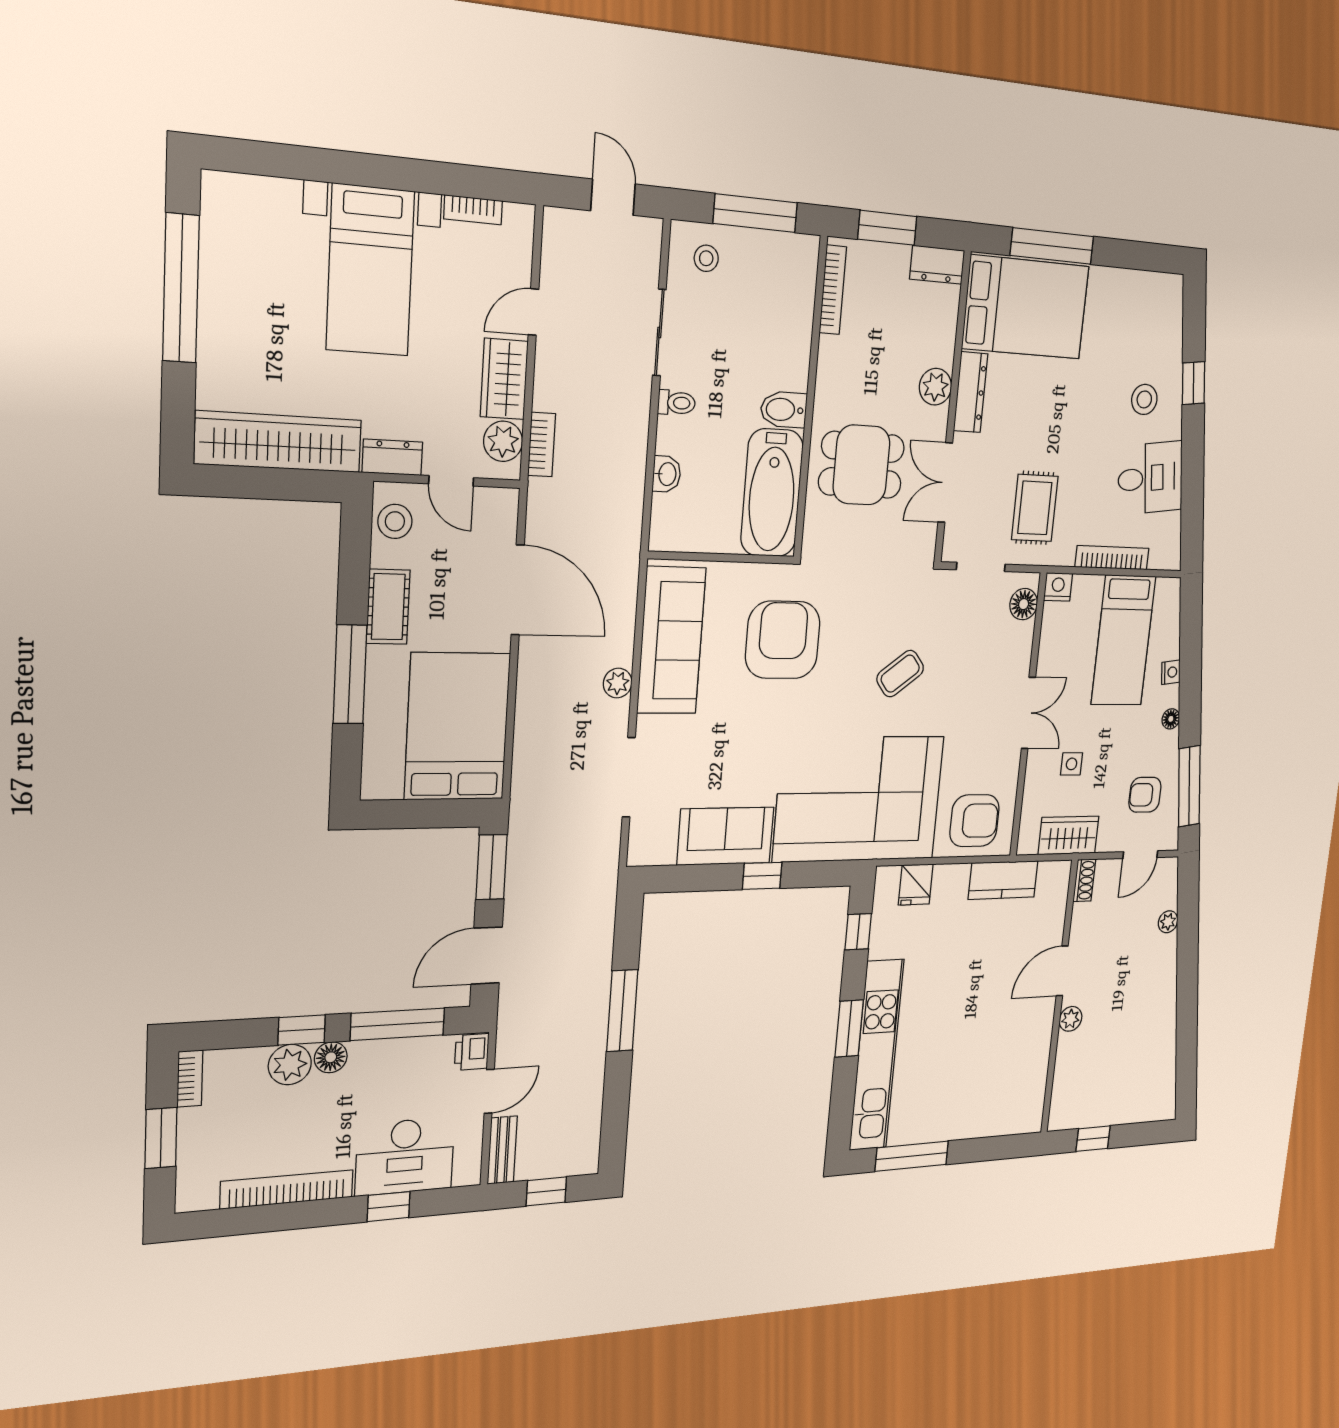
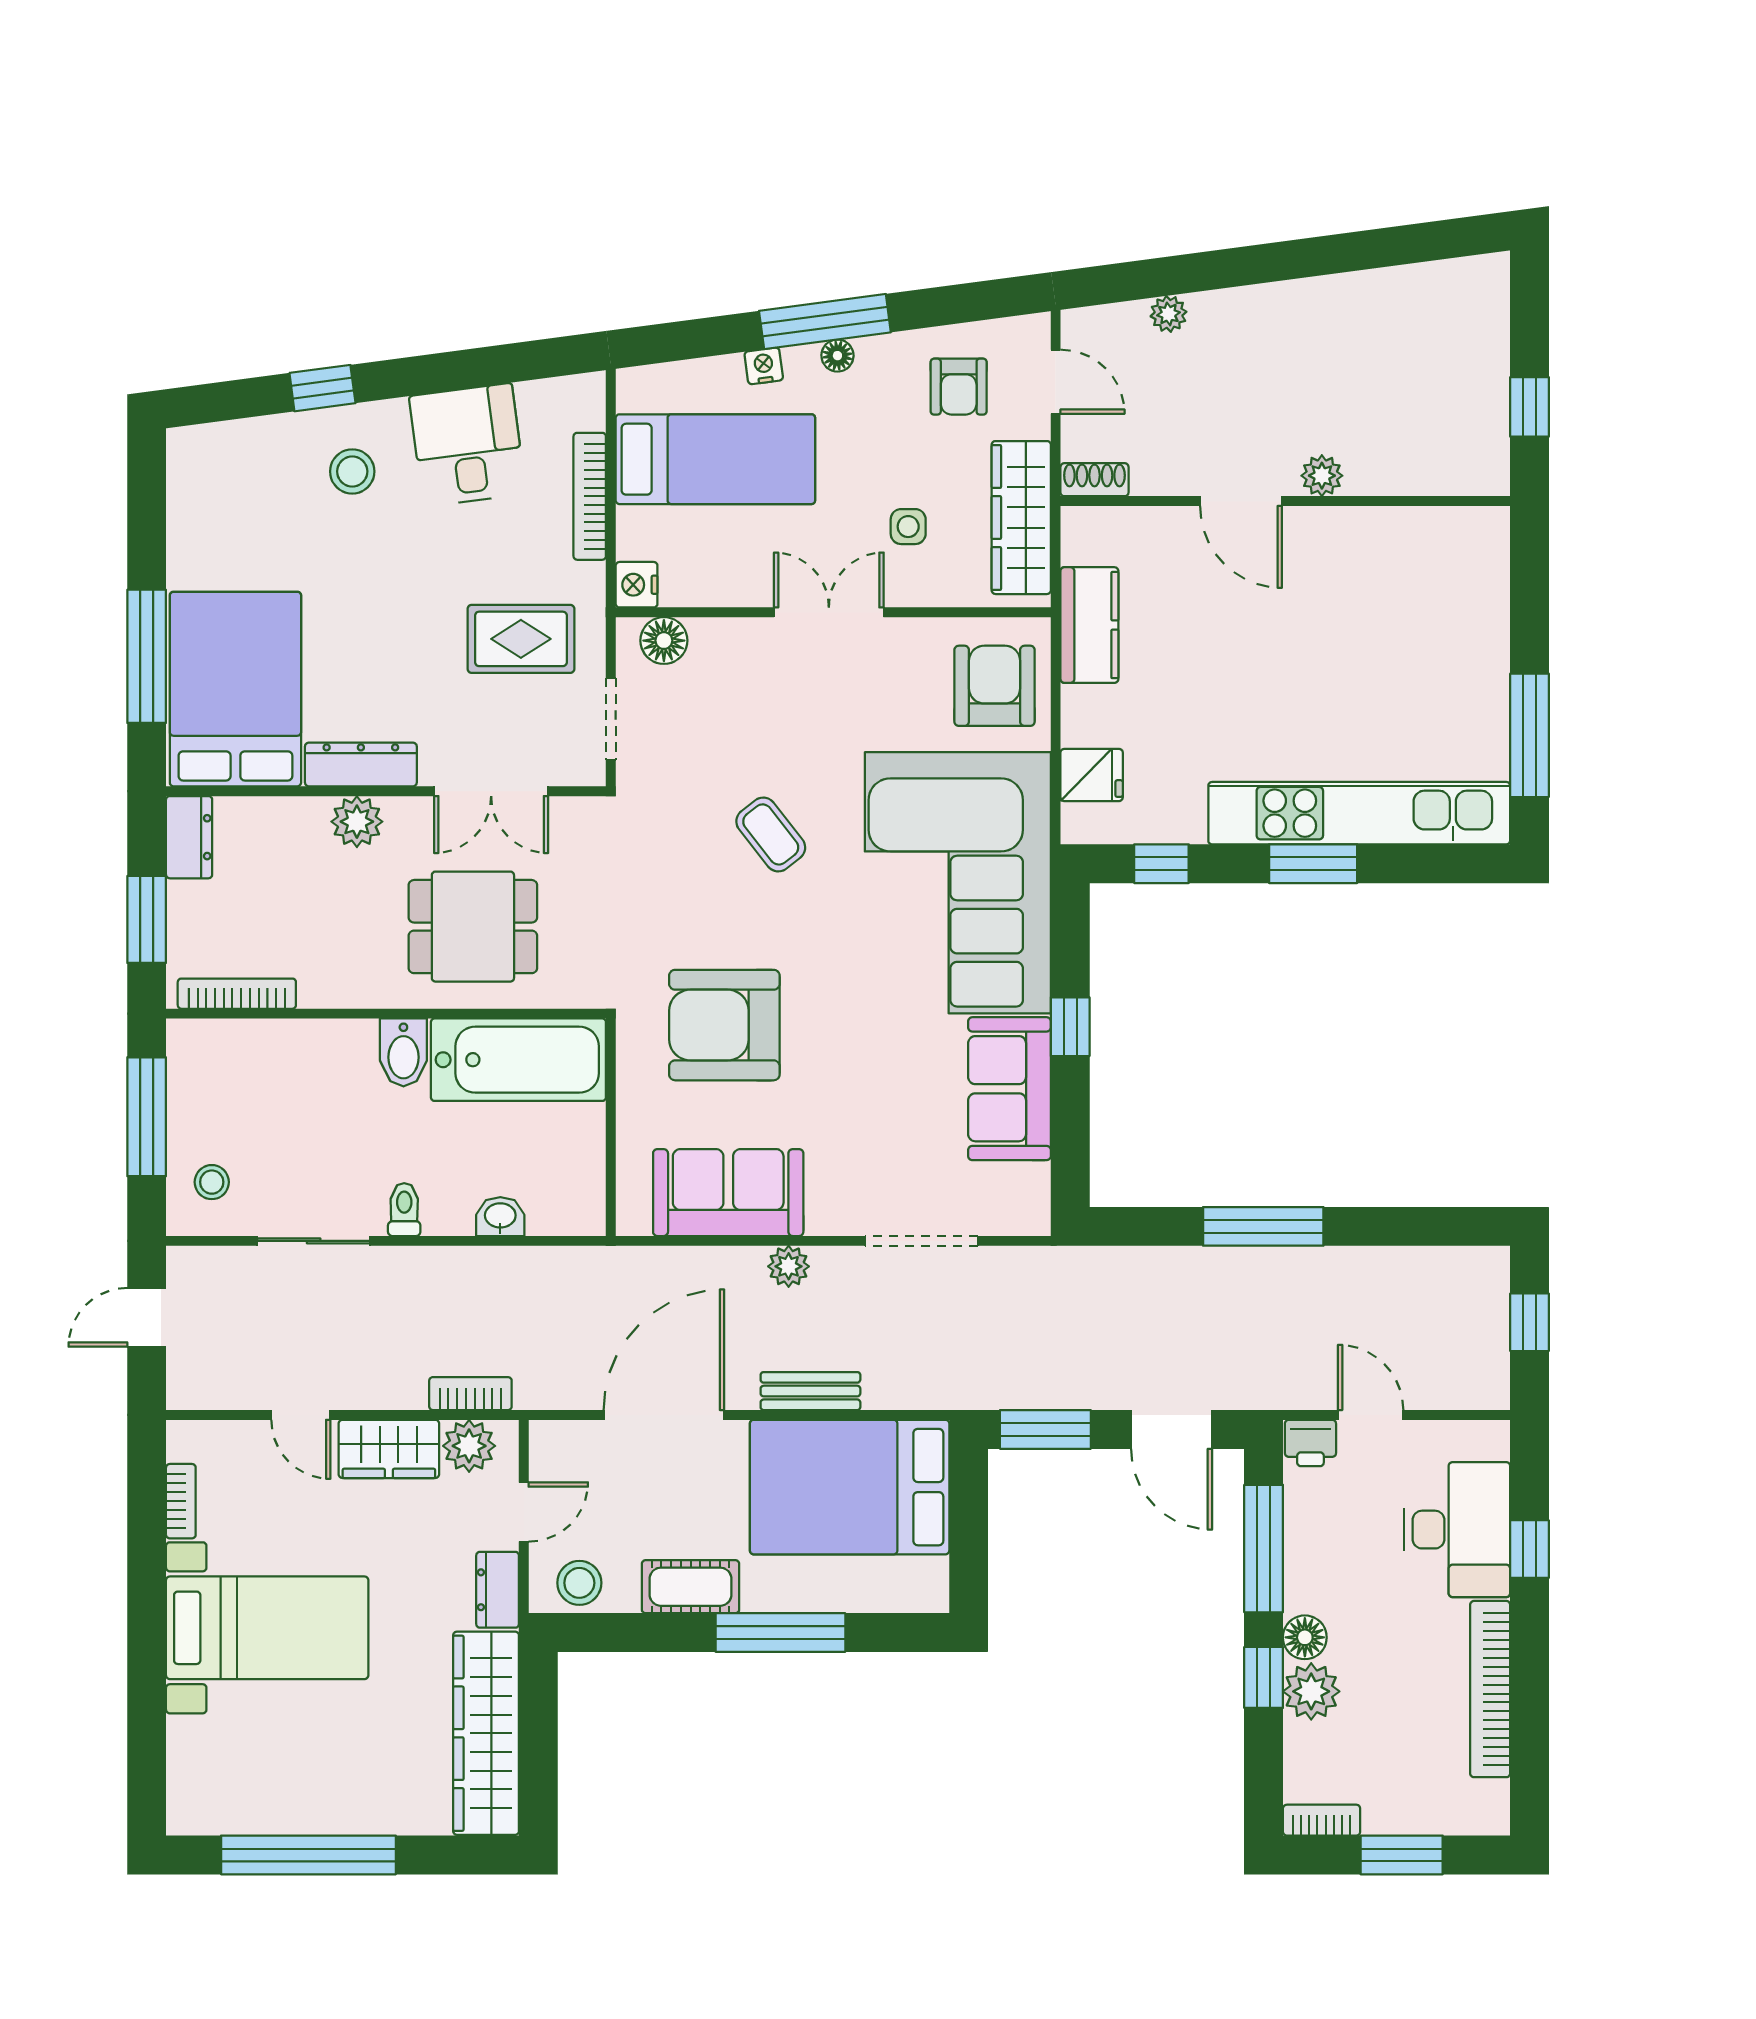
dining table: (861, 465) -> (473, 927), turned 90
sofa: (671, 641) -> (728, 1193), width x0.73
window: (1189, 786) -> (825, 322), moved
wardrobe: (1069, 835) -> (1021, 518), width x1.50
bench: (502, 1150) -> (810, 1391), moved

